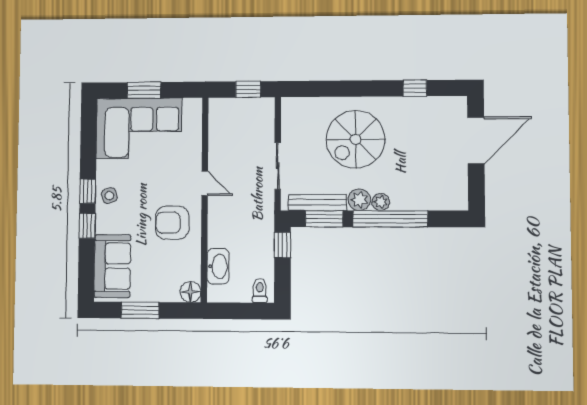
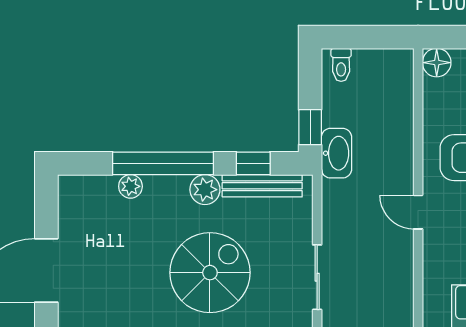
sliding door: (278, 166) -> (317, 277), moved
plant: (381, 202) -> (130, 186), moved
window: (324, 219) -> (253, 163), width x0.67
washbasin: (218, 266) -> (336, 153), moved, turned 180

